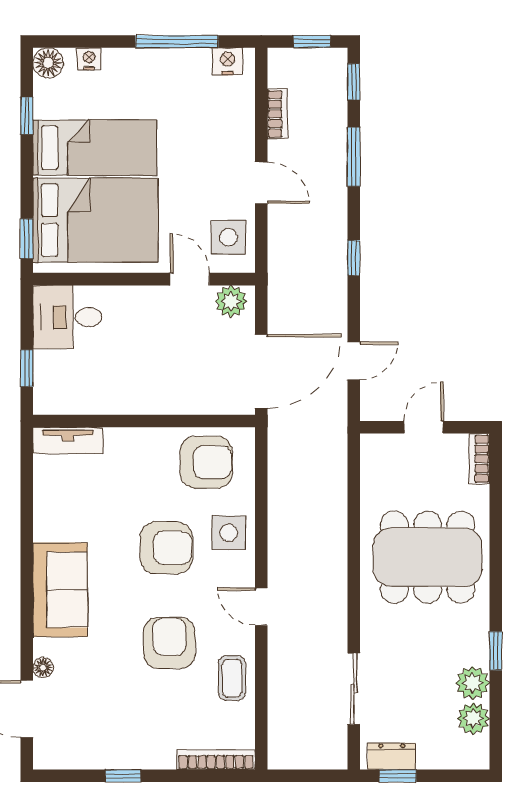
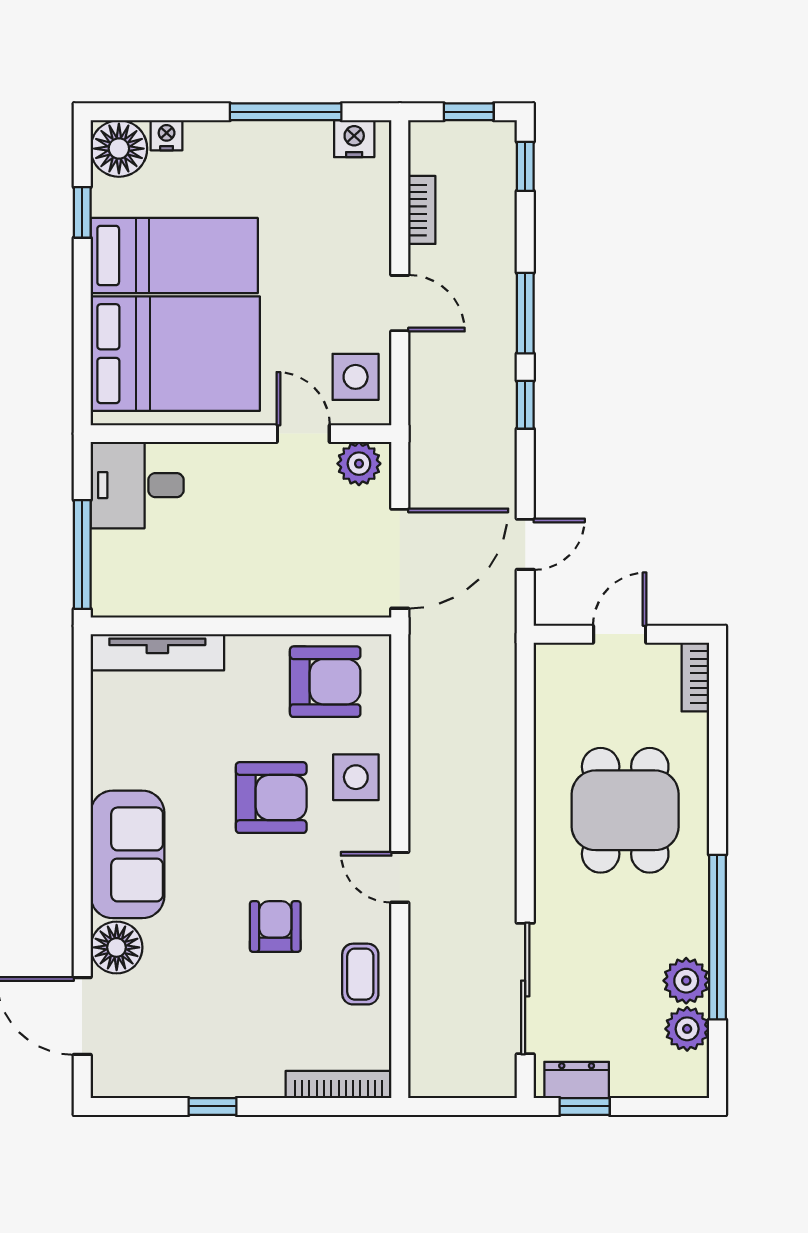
floor lamp: (48, 63) -> (119, 149), width x1.38, depth x1.38
window: (354, 157) -> (525, 313), moved
window: (27, 239) -> (82, 379), removed
window: (27, 368) -> (82, 554), width x2.17
tv unit: (68, 441) -> (157, 652), width x1.41
dining table: (428, 557) -> (625, 810), width x0.73
armchair: (169, 643) -> (275, 926), width x0.72, depth x0.72
window: (496, 651) -> (717, 937), width x3.17
floor lamp: (43, 667) -> (117, 947), width x1.89, depth x1.89
sliding door: (354, 689) -> (525, 988), width x1.37

